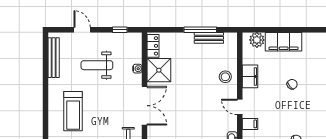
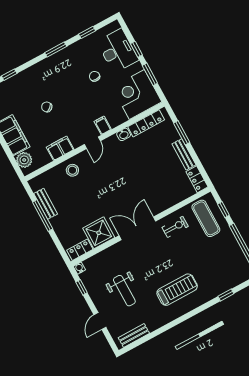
bench: (54, 58) -> (134, 335), width x0.73
water cooler: (137, 69) -> (79, 268), moved

